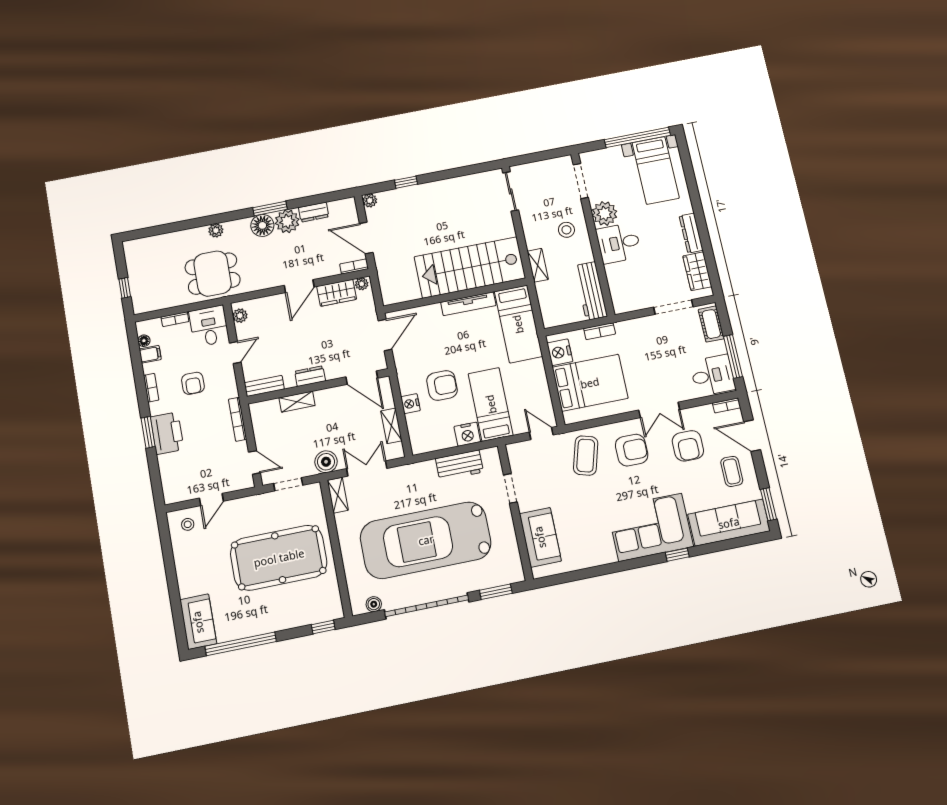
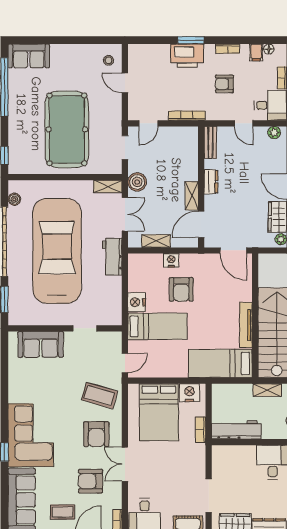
shelving: (297, 402) -> (192, 196), moved
workbench: (459, 465) -> (112, 257), moved

